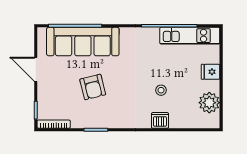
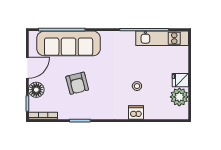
door: (36, 69) -> (27, 68), swing flipped
fridge: (211, 72) -> (180, 80), moved
floor lamp: (46, 94) -> (36, 90), added

